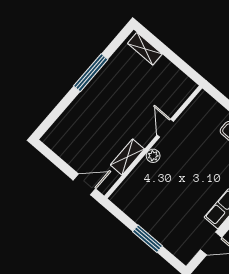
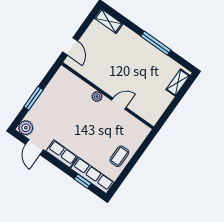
shelving: (127, 157) -> (109, 21), moved
plant: (185, 252) -> (26, 128), added

